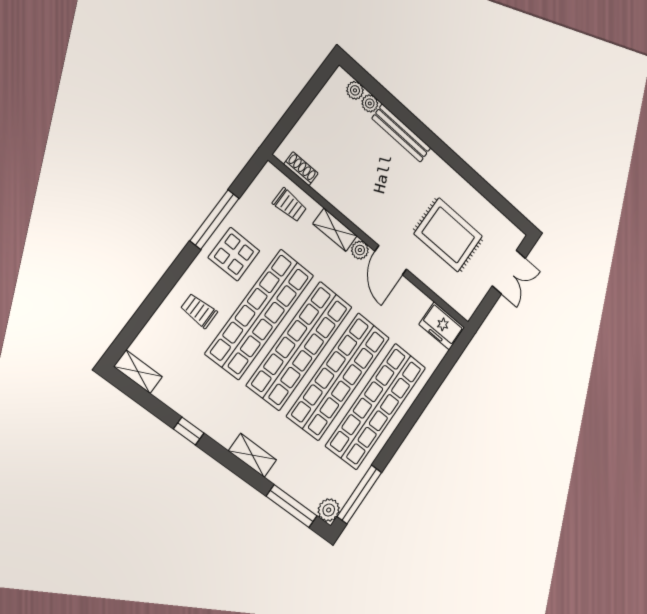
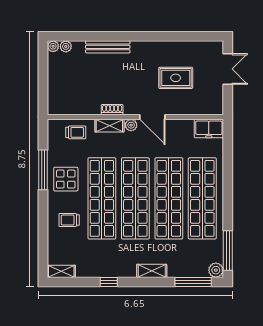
plant: (370, 103) -> (53, 46), moved
shoe rack: (301, 169) -> (112, 110), moved
rug: (448, 235) -> (176, 78), width x0.73, depth x0.70

